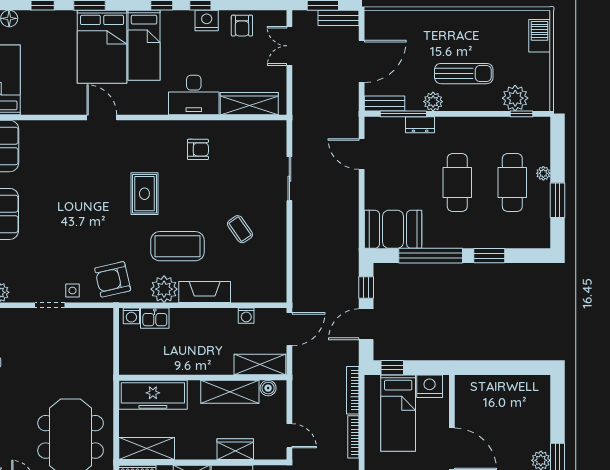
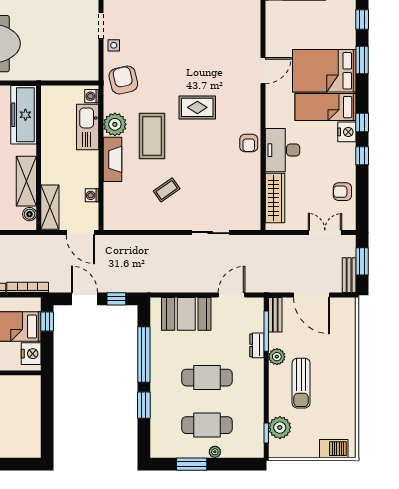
nightstand: (207, 20) -> (347, 132), moved
armchair: (198, 149) -> (249, 143), moved
booth: (393, 229) -> (186, 314), moved, turned 90
kitchen sink: (155, 318) -> (88, 127), width x1.88, depth x1.24

